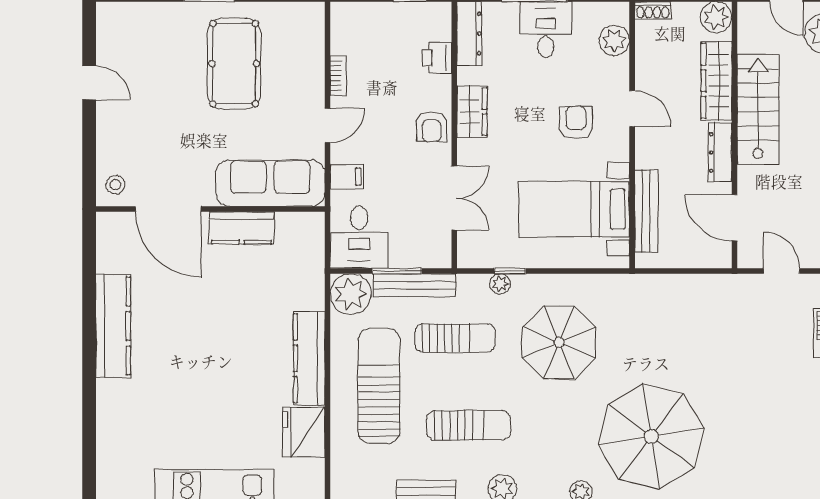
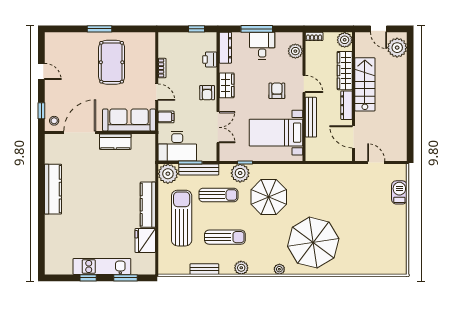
door: (328, 125) -> (157, 92), hinge flipped
window: (89, 164) -> (41, 111), added
door: (168, 209) -> (80, 133), swing flipped
bench: (646, 211) -> (311, 117), moved
desk: (359, 237) -> (177, 146), width x1.37
plant: (500, 284) -> (240, 173), width x1.88, depth x1.88

